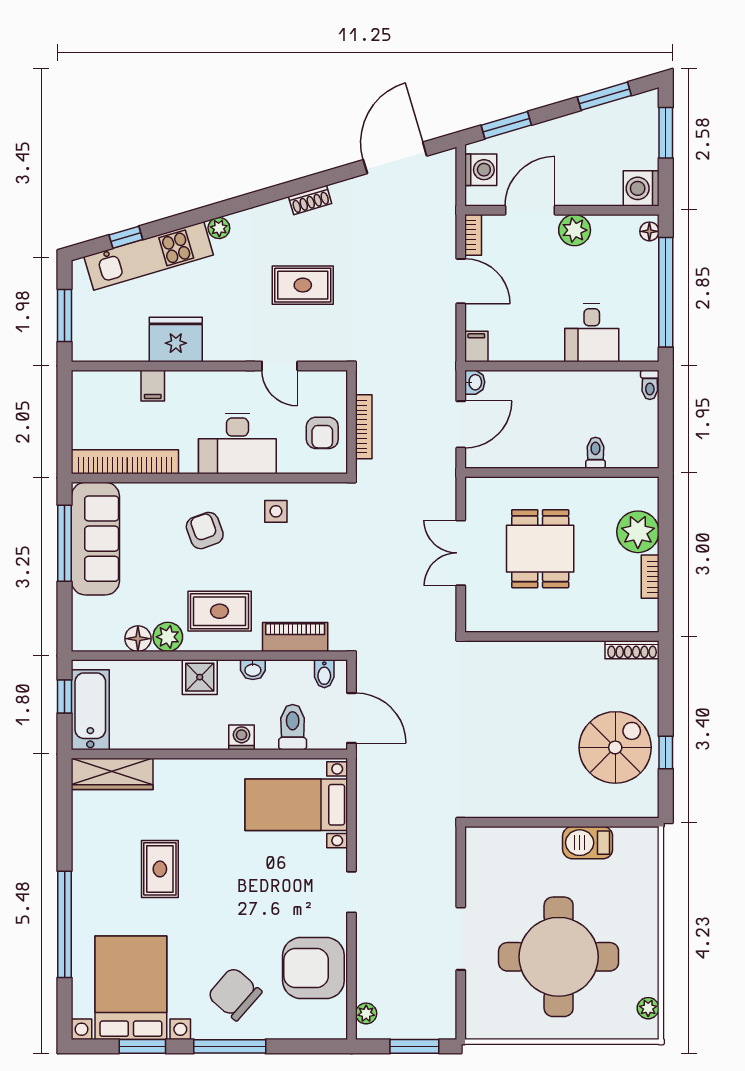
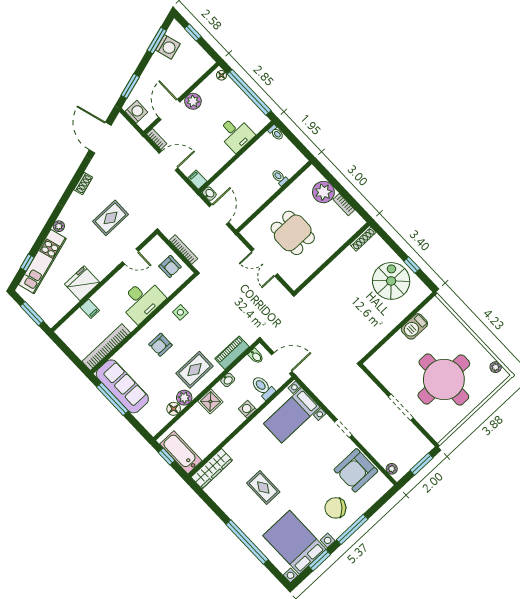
window: (666, 133) -> (193, 33), width x0.67
washing machine: (641, 188) -> (168, 47), moved, turned -106
armchair: (205, 531) -> (160, 345), turned -70

